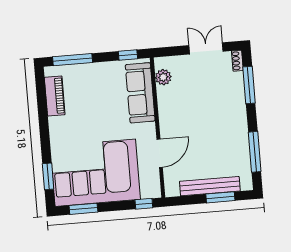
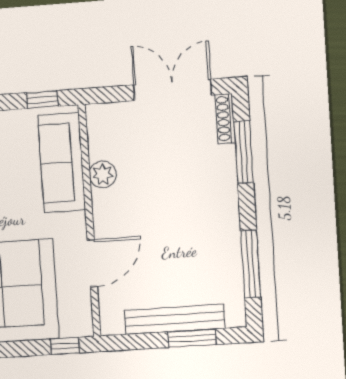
double door: (206, 48) -> (173, 90), width x1.37
shoe rack: (237, 61) -> (225, 119), width x1.43
plant: (163, 77) -> (103, 174), moved

